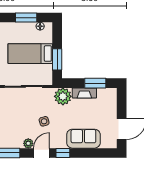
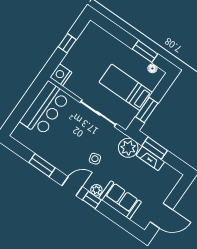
window: (95, 83) -> (155, 148), moved
plant: (28, 143) -> (96, 190), moved

